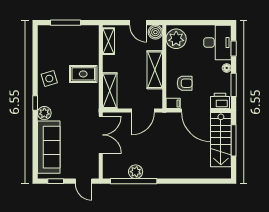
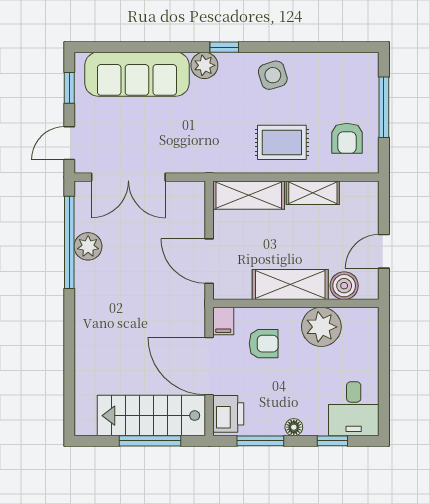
boiler: (155, 32) -> (344, 286), moved
plant: (176, 39) -> (321, 327), moved
armchair: (81, 41) -> (347, 138), added
shelving: (109, 41) -> (313, 193), moved
desk: (217, 42) -> (354, 409), width x0.73
rug: (83, 74) -> (282, 142), turned 90
armchair: (185, 83) -> (264, 344), turned -90
door: (196, 111) -> (209, 366), hinge flipped
double door: (101, 135) -> (128, 177), moved

